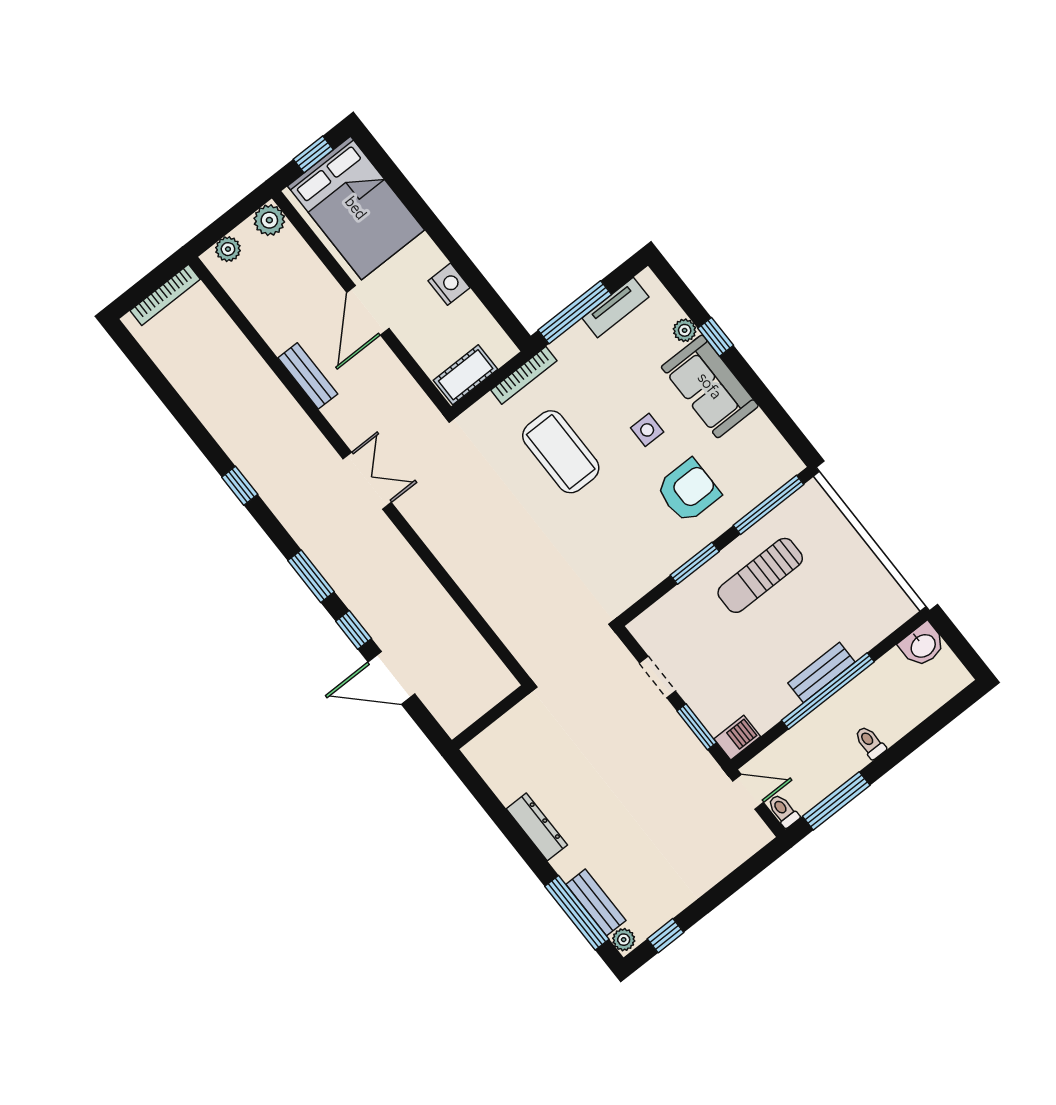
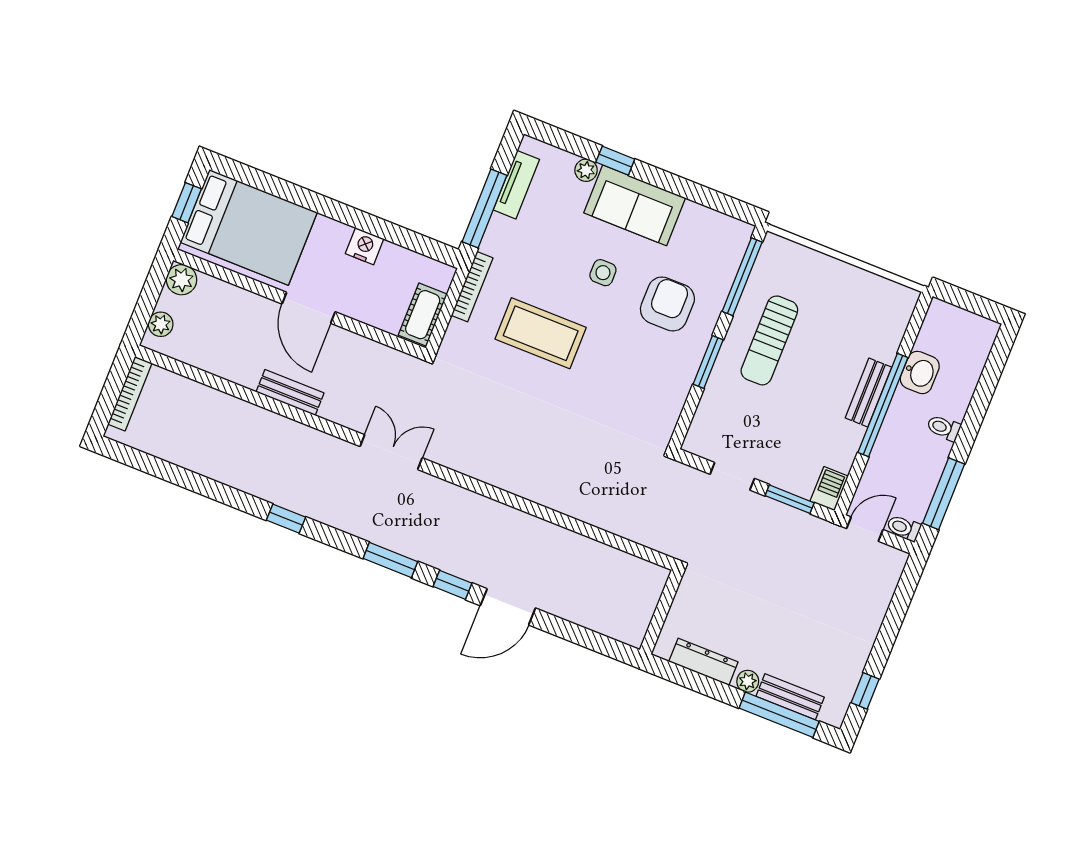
washbasin: (923, 645) -> (920, 372), moved
wall: (490, 717) -> (661, 612), moved
plant: (624, 940) -> (748, 681), moved

